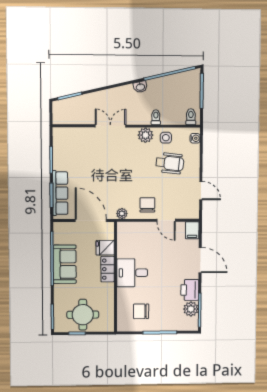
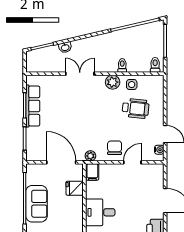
washbasin: (140, 87) -> (65, 47), moved
water cooler: (195, 138) -> (159, 150), moved
row of seats: (60, 193) -> (33, 106), moved
door: (166, 220) -> (132, 162), swing flipped
filing cabinet: (192, 230) -> (92, 172), moved
locker: (108, 269) -> (77, 209), removed

